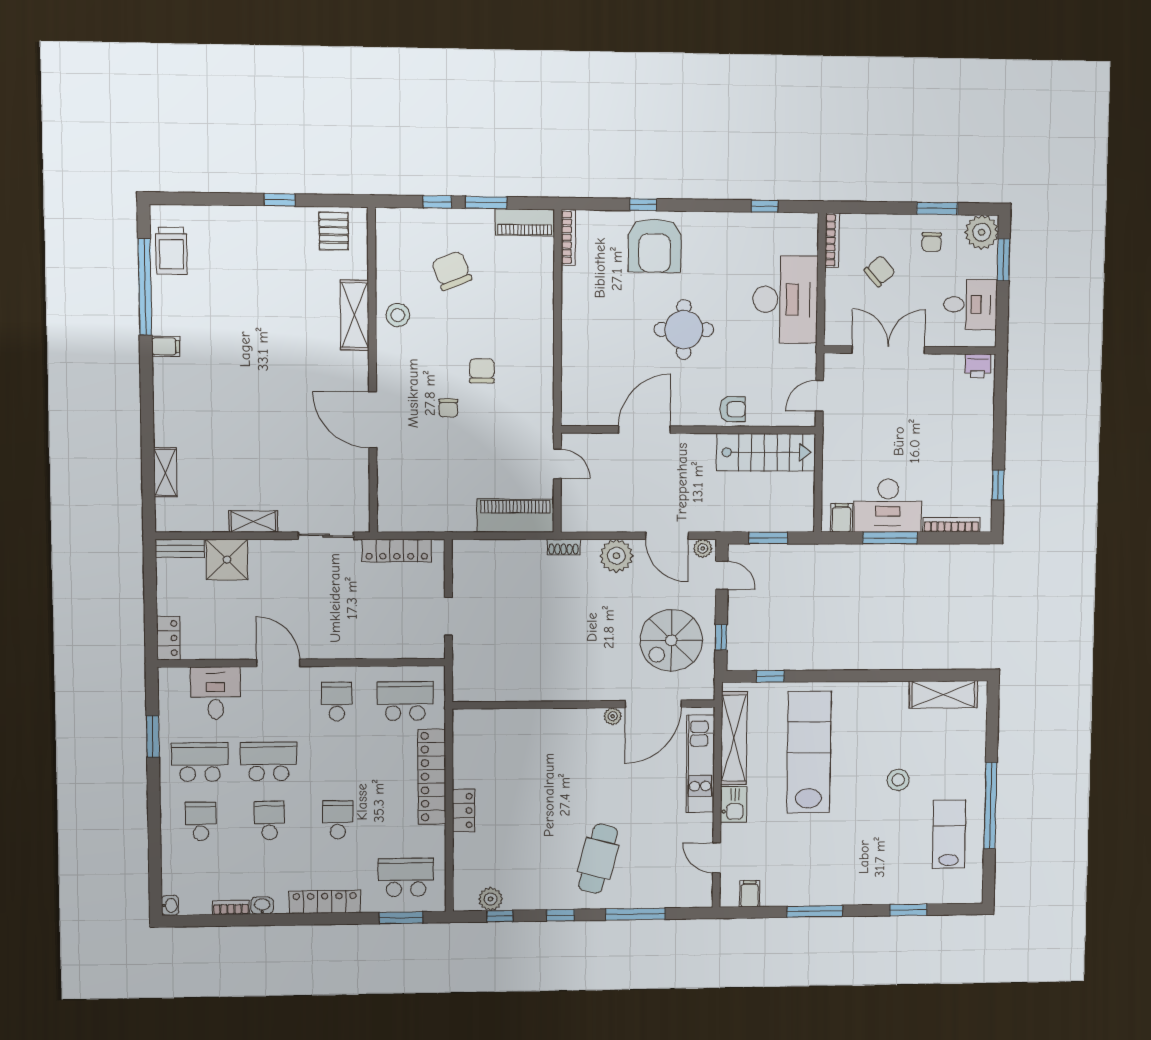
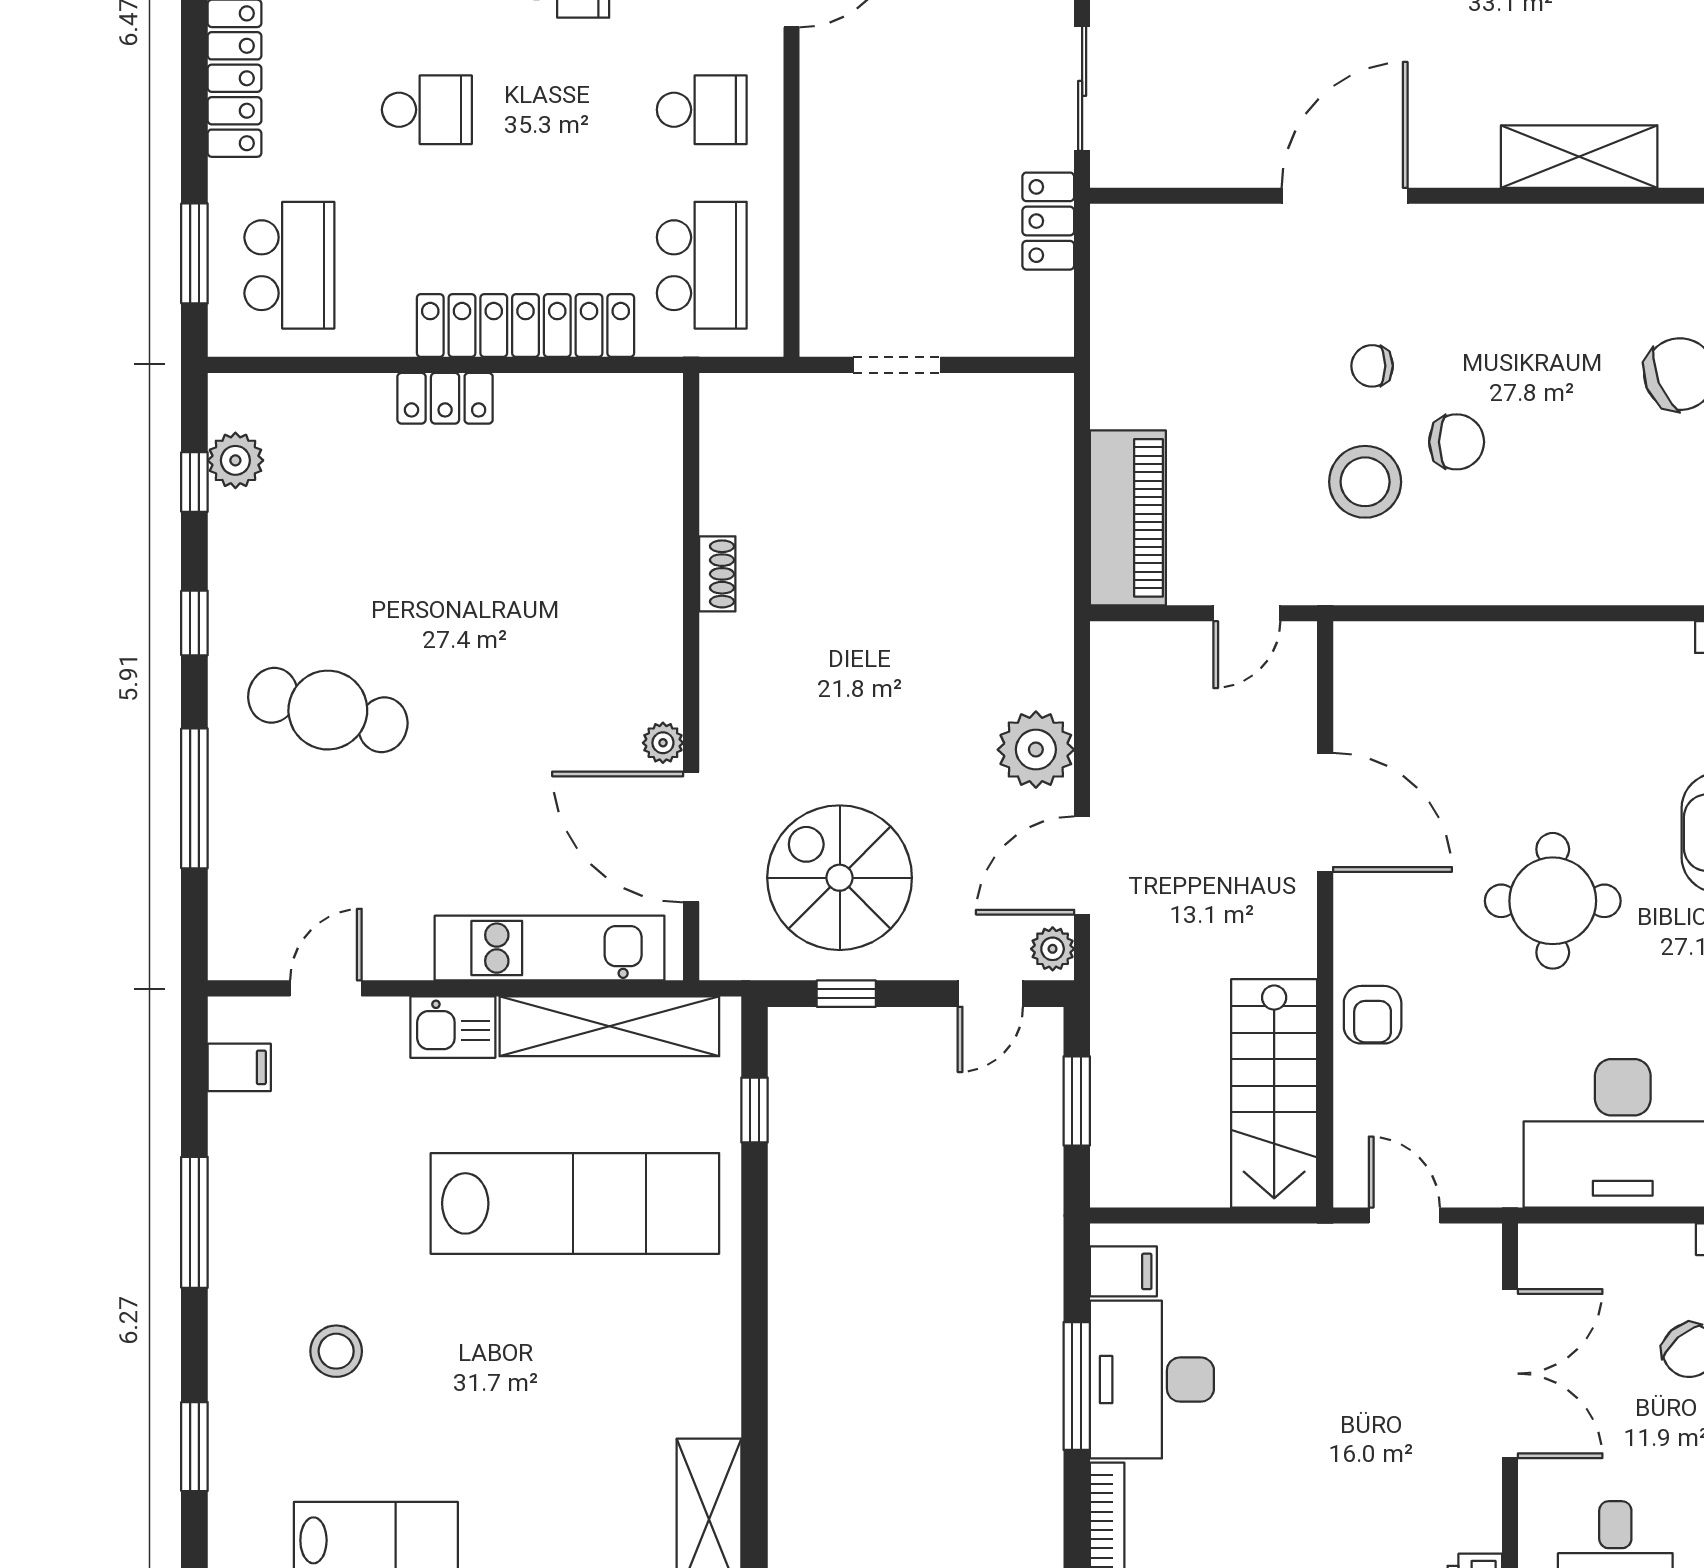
stool: (398, 315) -> (1365, 482), moved, width x1.38, depth x1.38
shoe rack: (564, 547) -> (717, 574), moved, turned 180
locker: (397, 551) -> (1048, 221), width x0.66
stool: (898, 780) -> (336, 1351), moved

